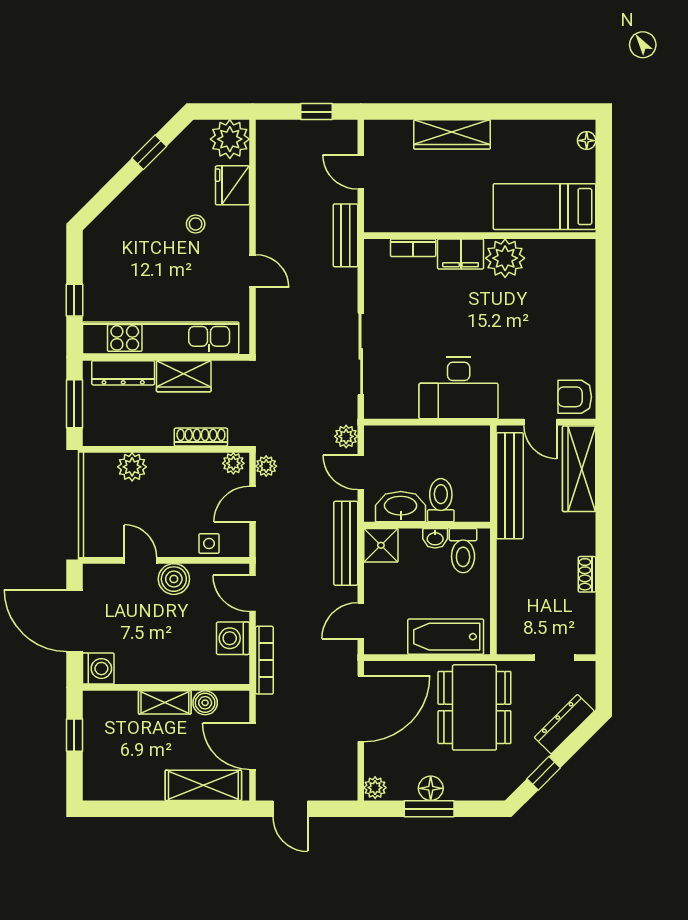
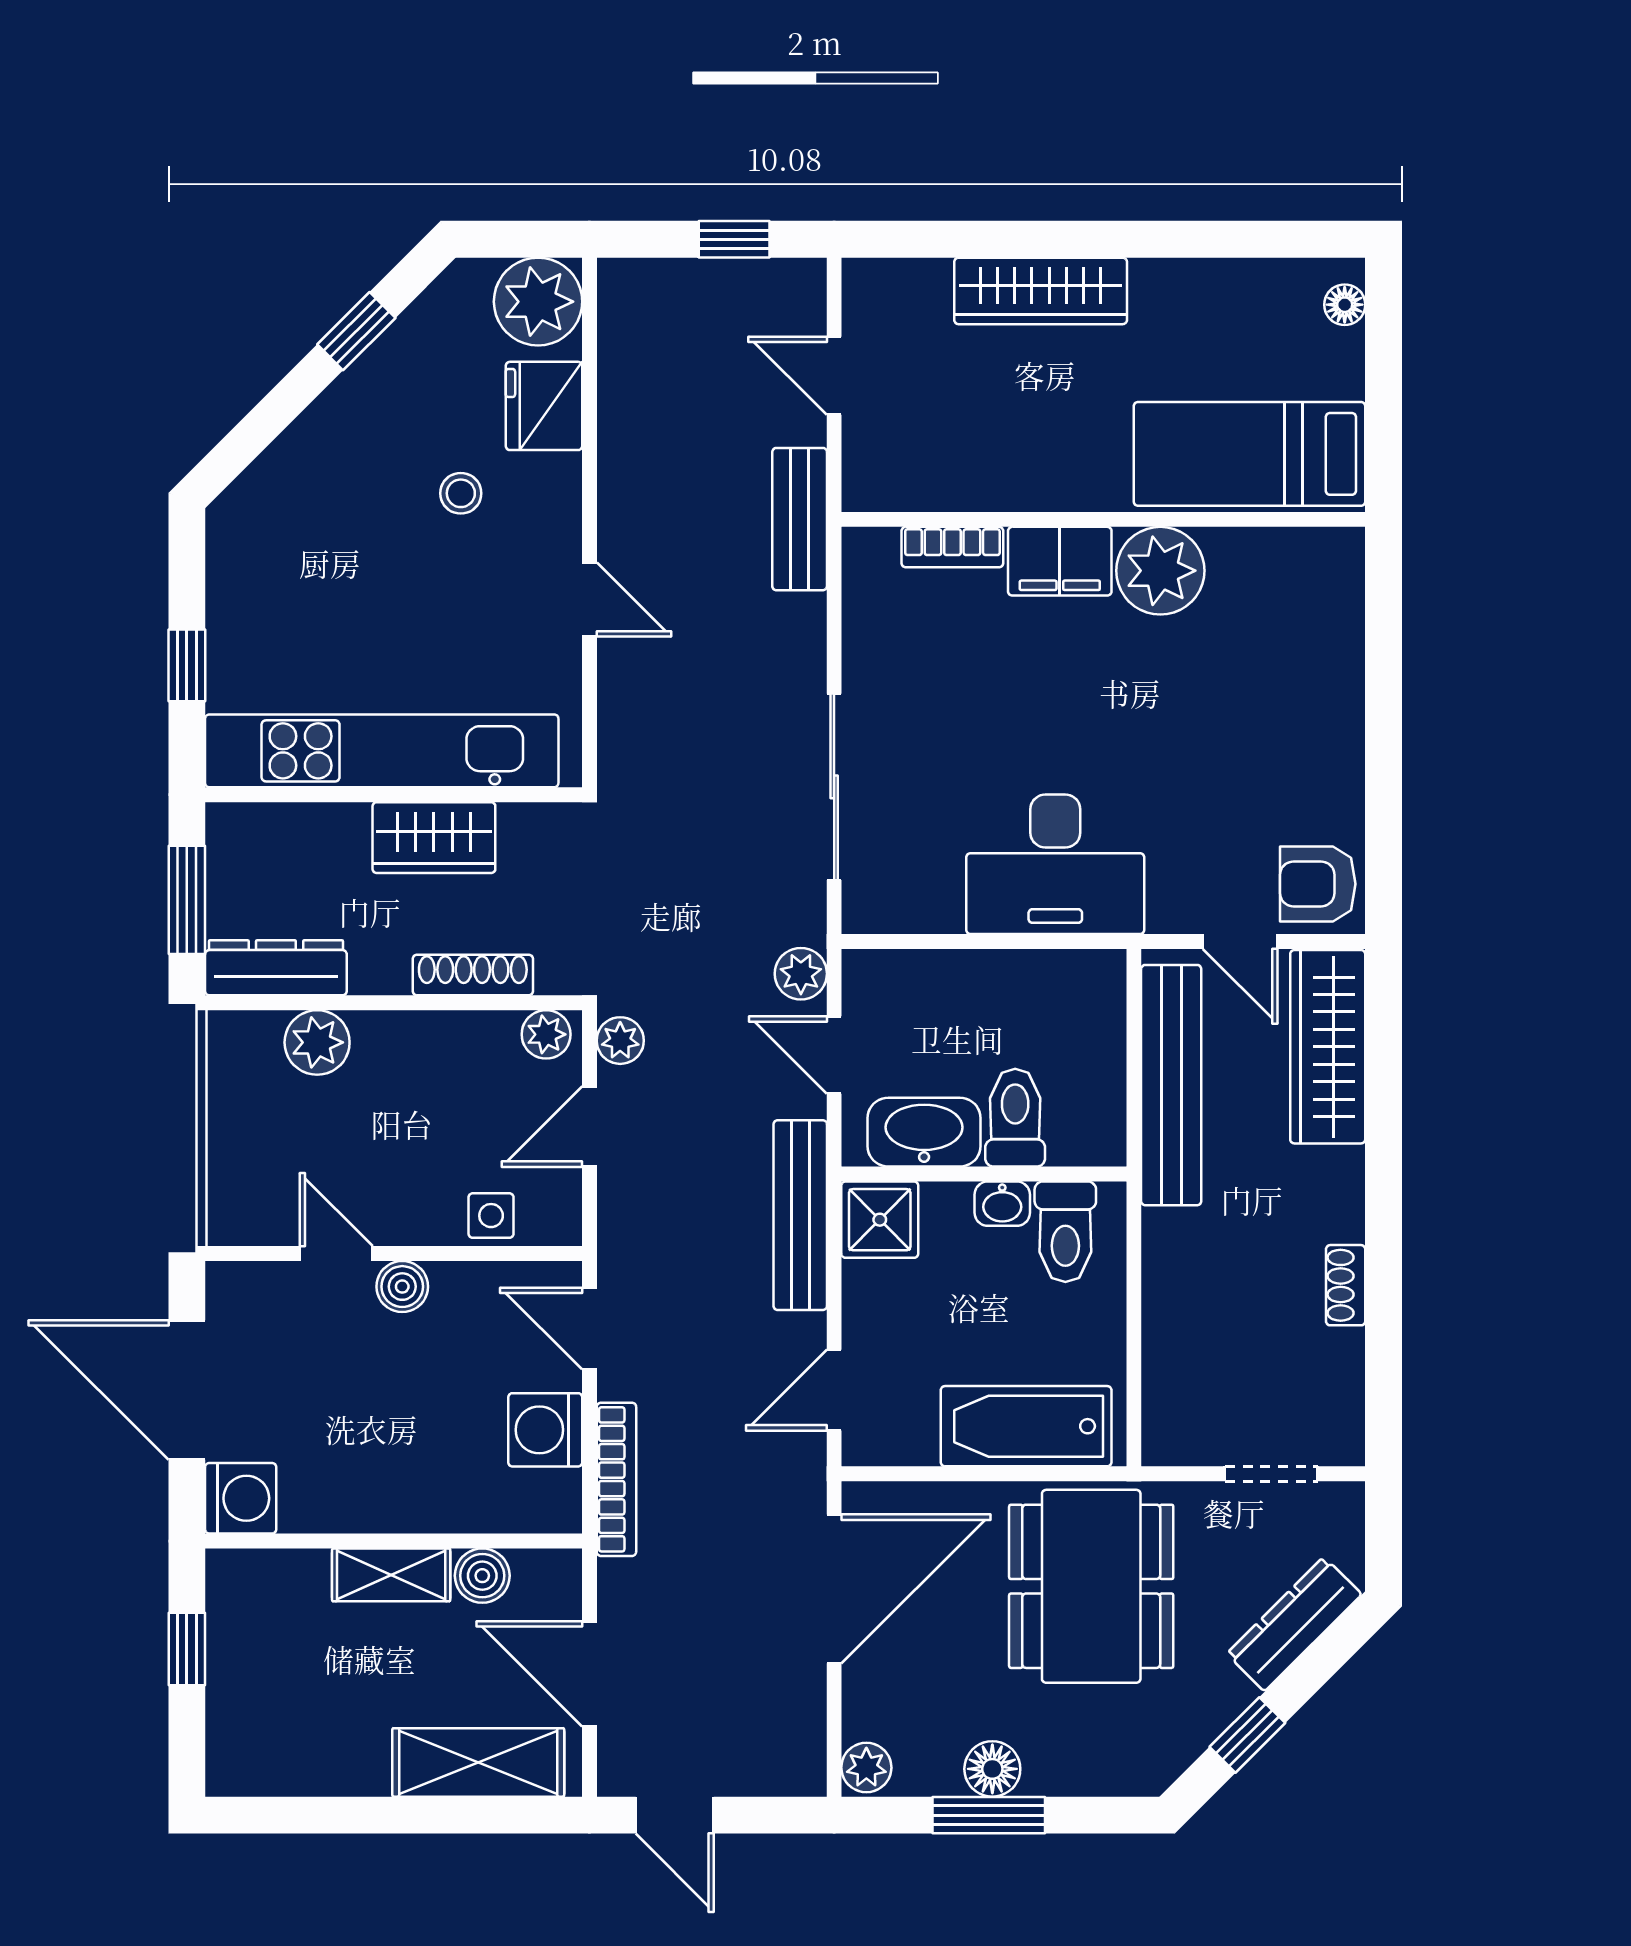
dresser: (123, 373) -> (276, 968), moved, turned 180
boiler: (174, 579) -> (402, 1287), width x0.73, depth x0.73

